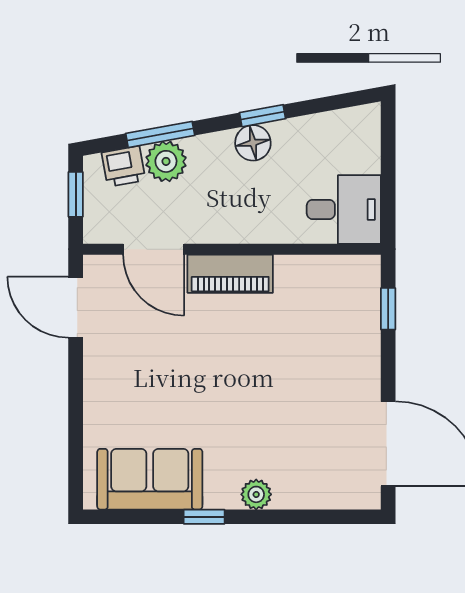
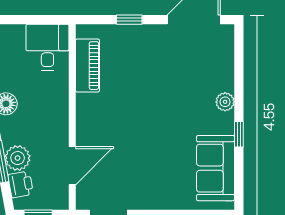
piano: (230, 274) -> (88, 66), moved
window: (388, 309) -> (129, 20), moved

